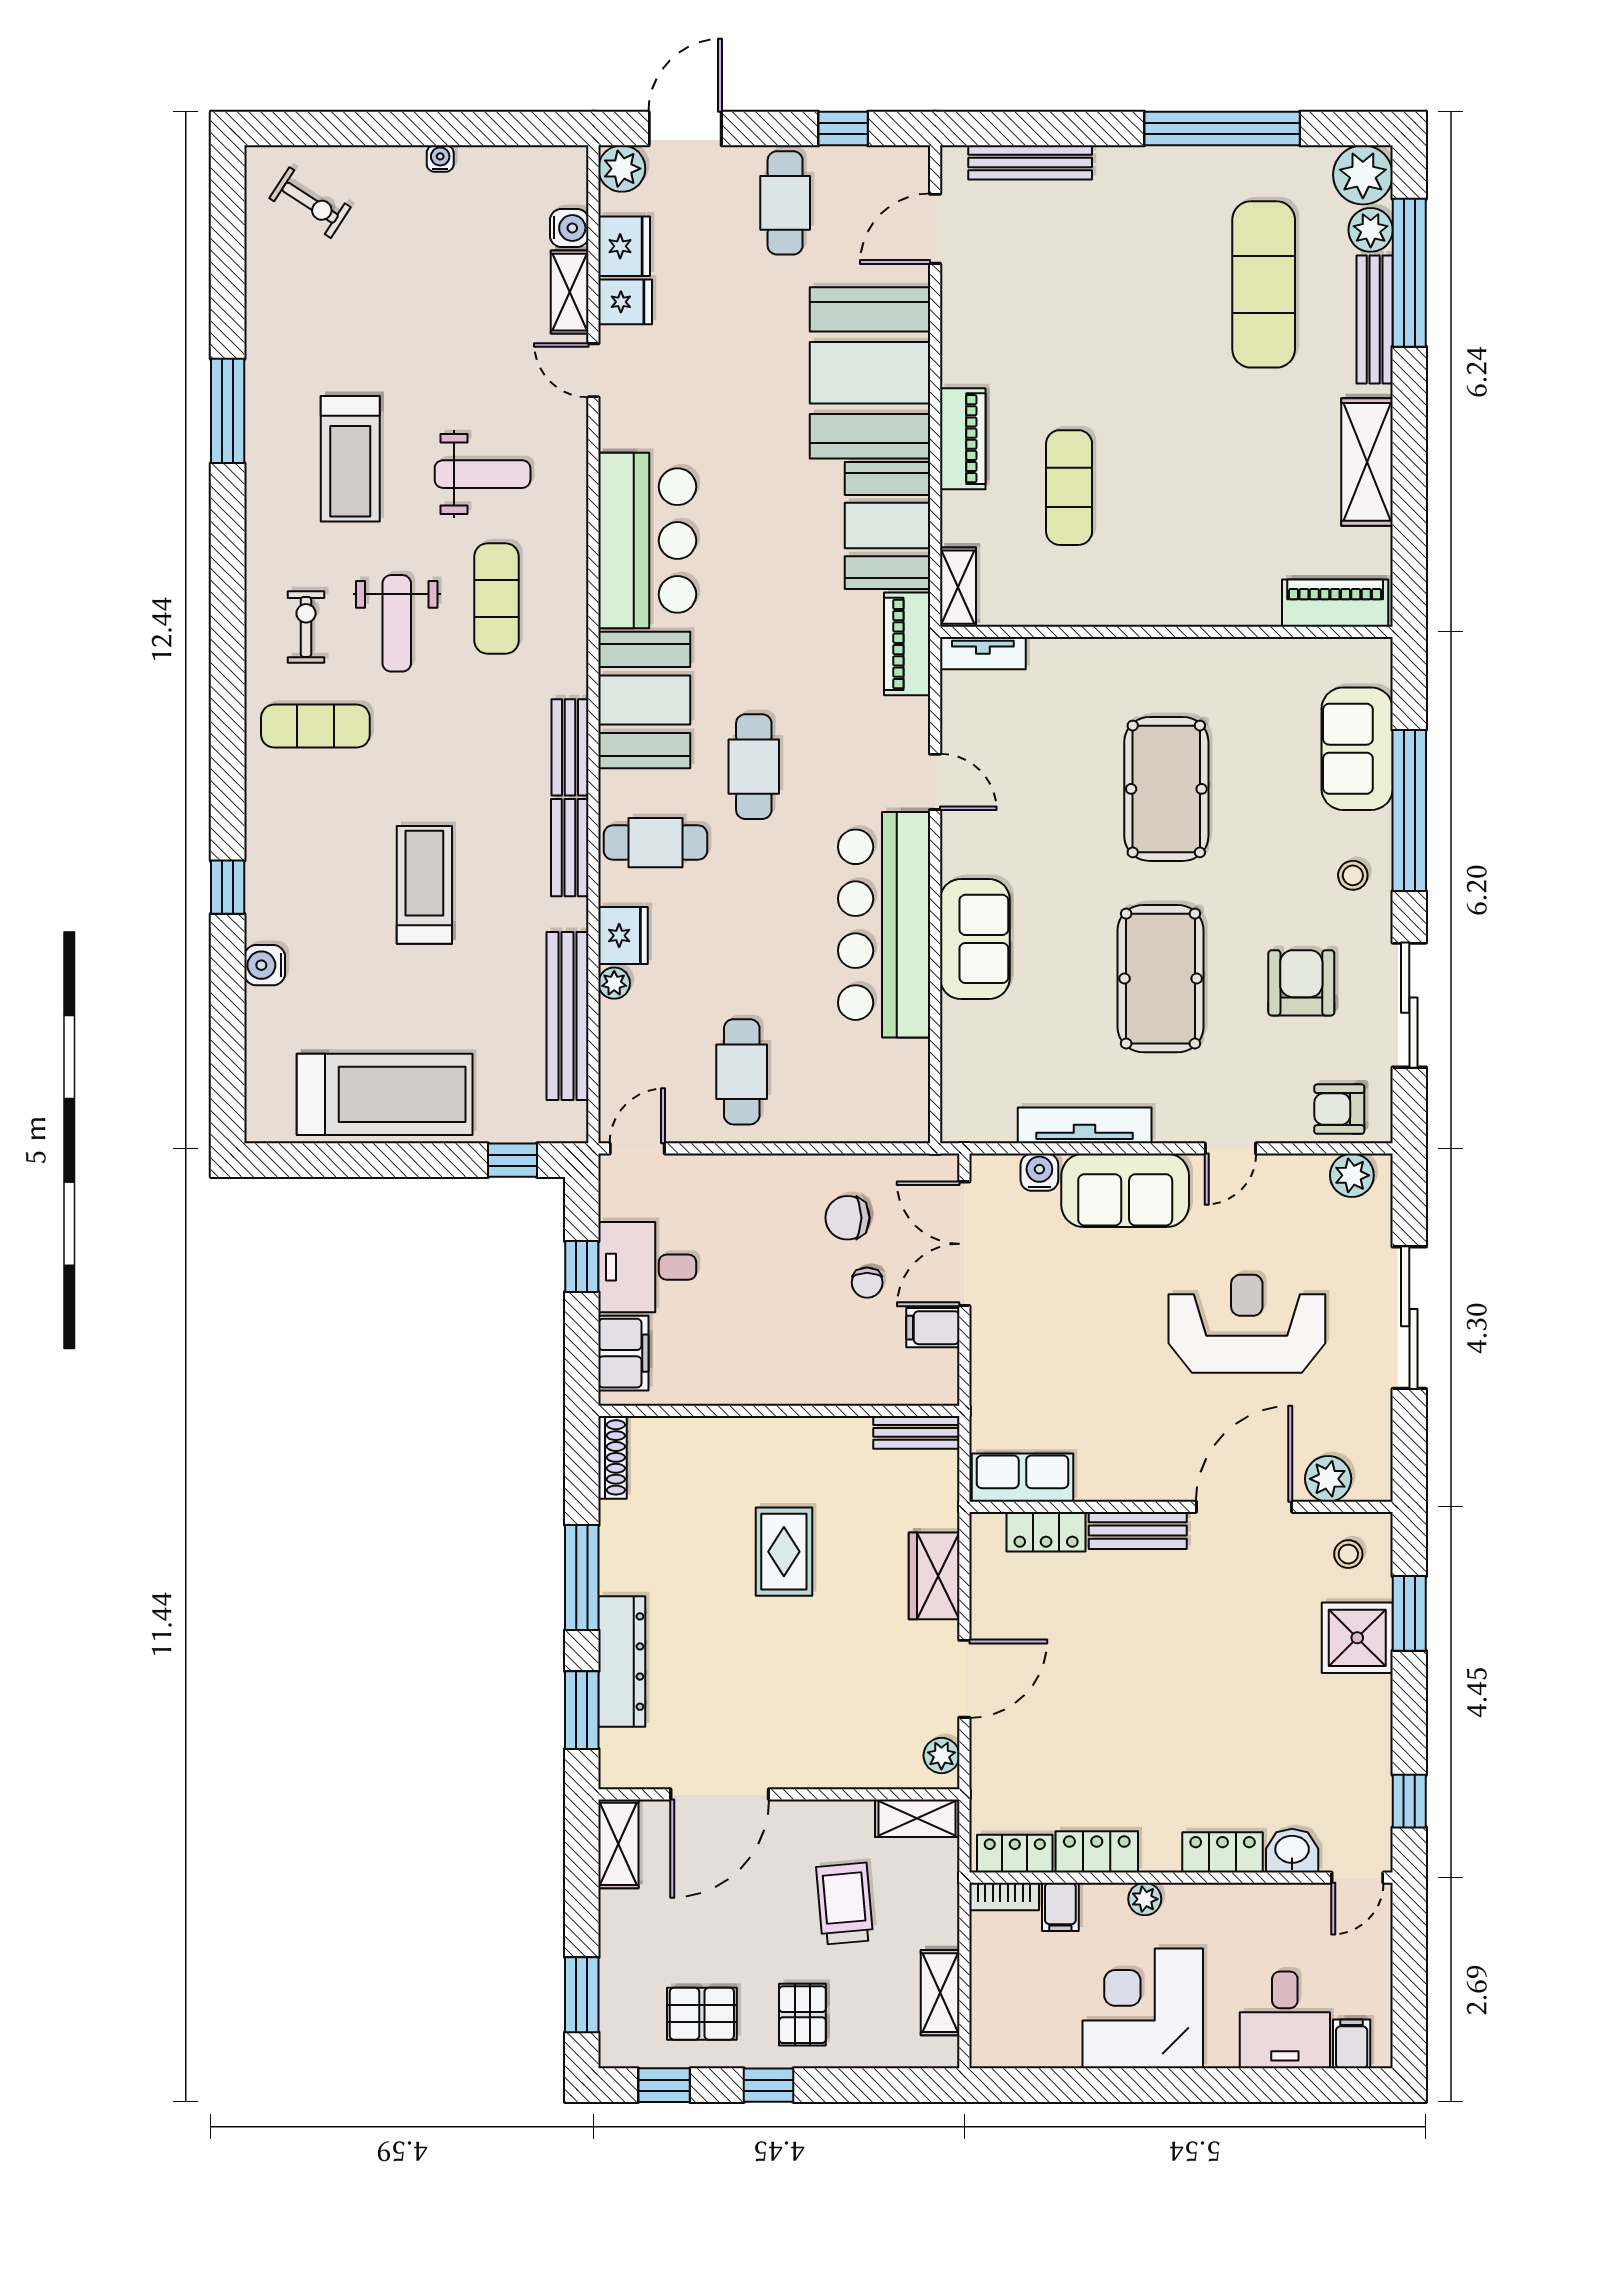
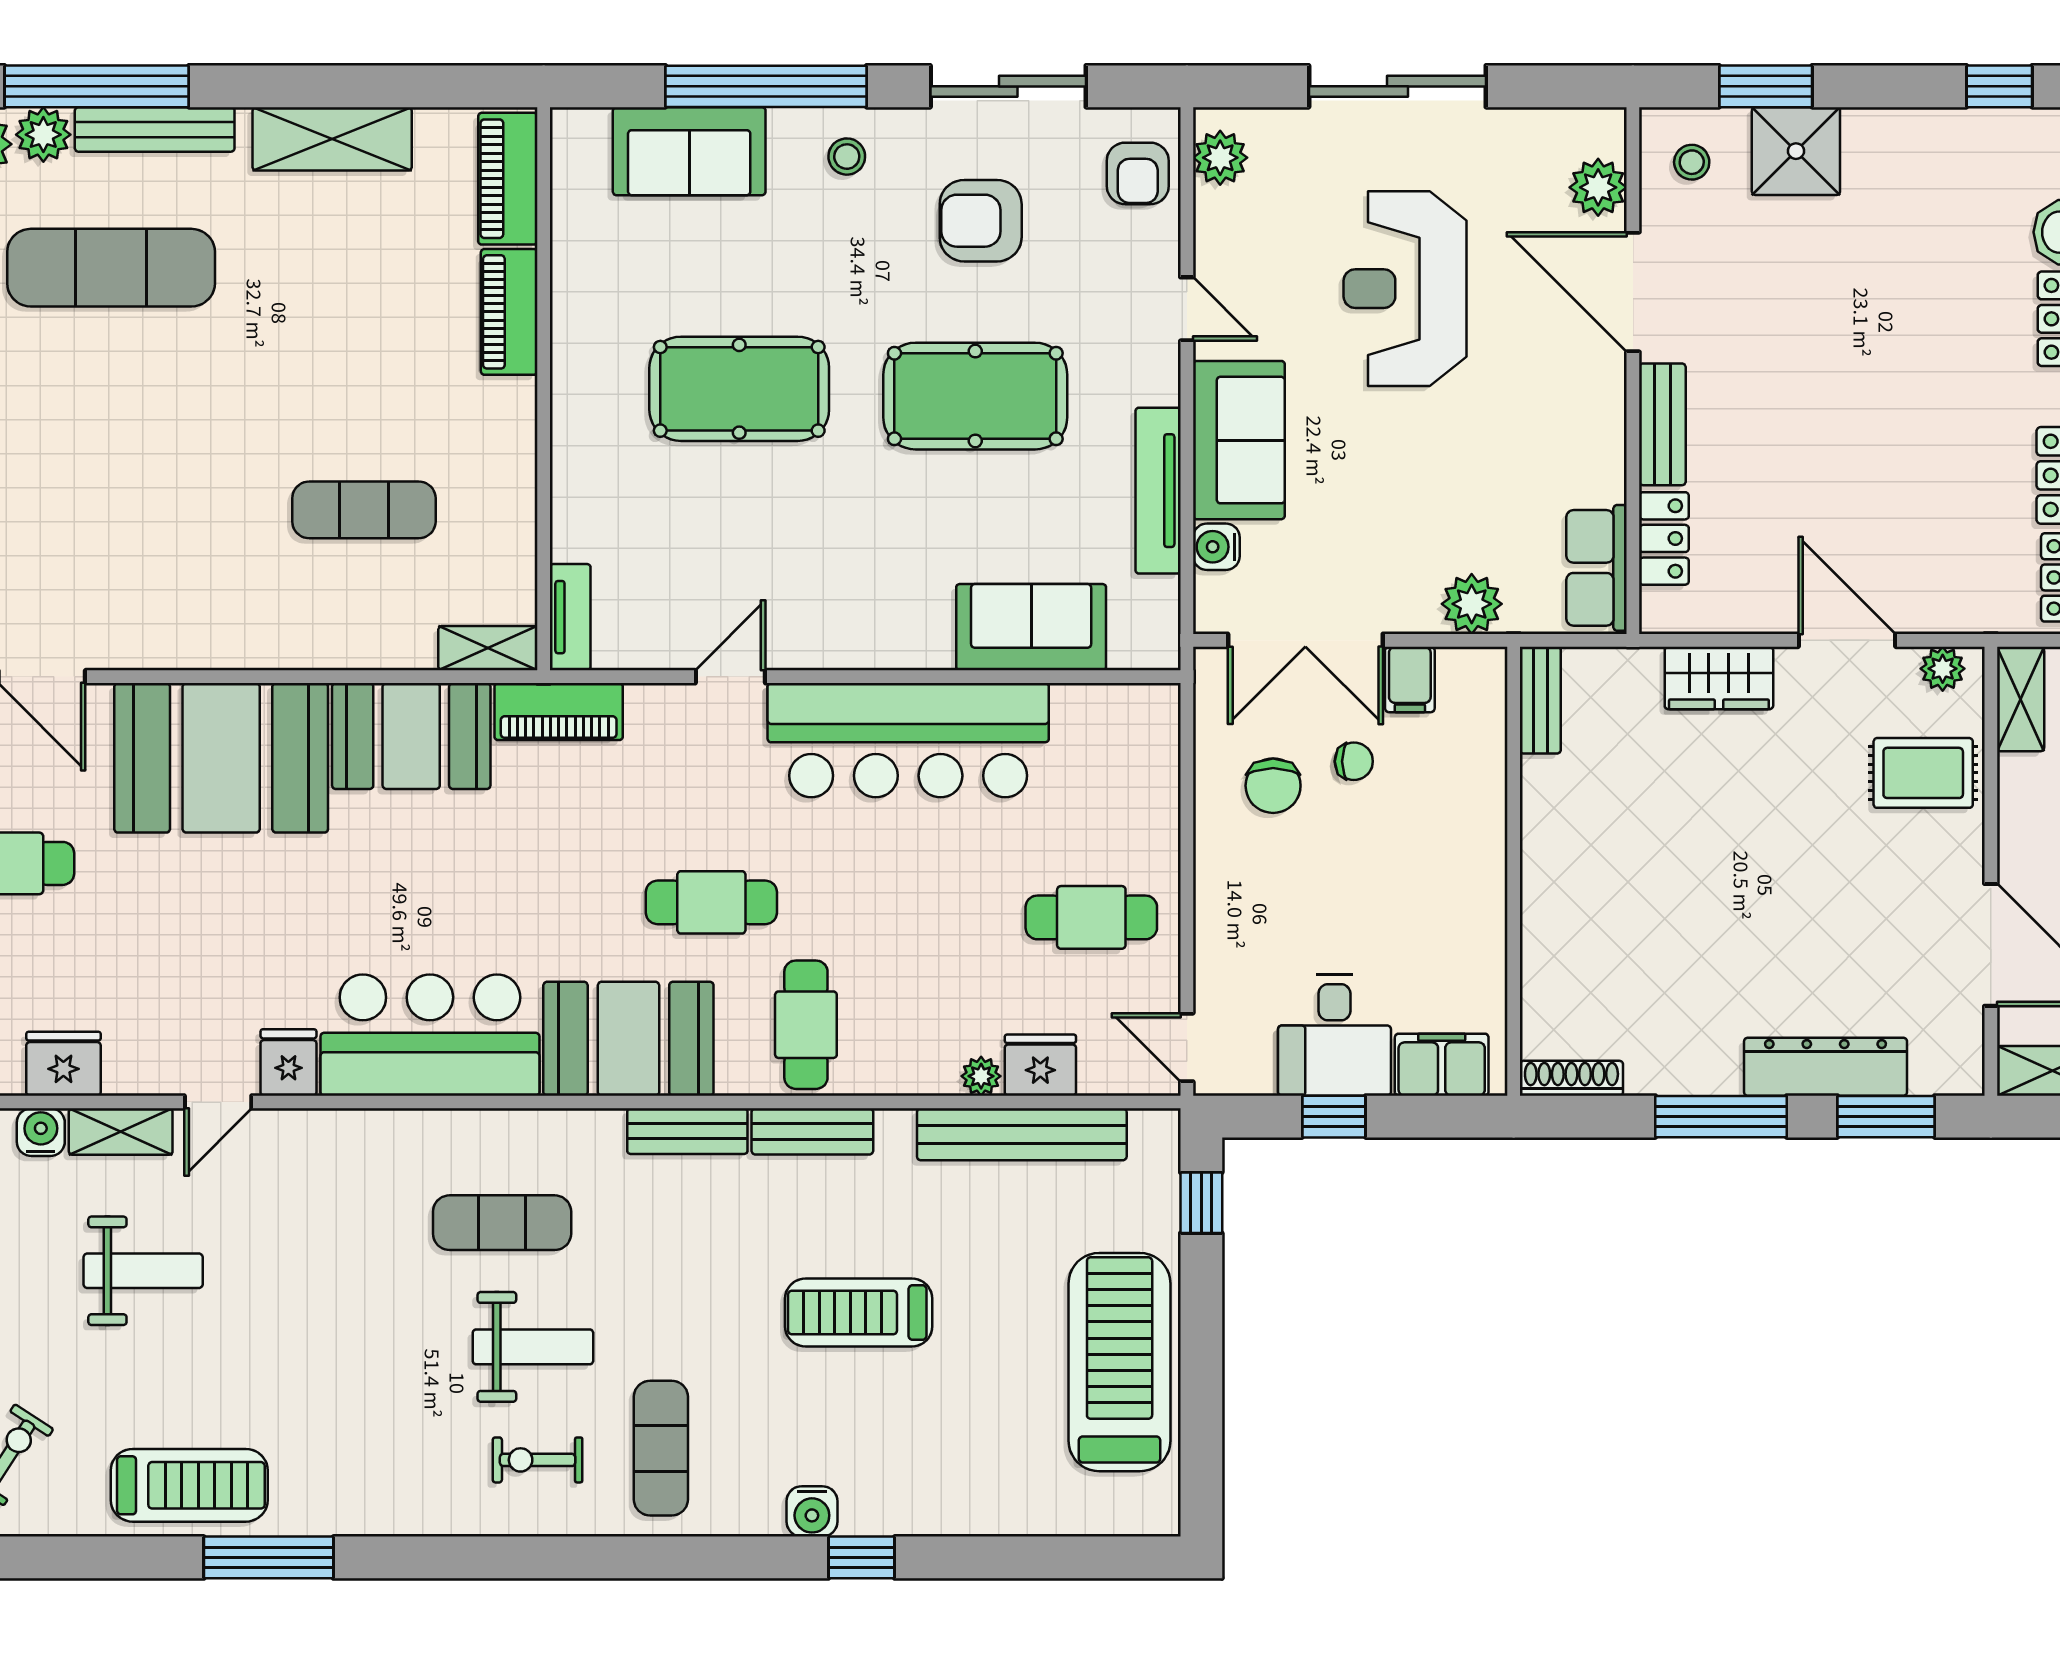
fridge: (625, 302) -> (288, 1062), moved
piano: (963, 439) -> (509, 312), moved, turned -90
treadmill: (350, 459) -> (189, 1485), moved
weight bench: (483, 474) -> (143, 1271), moved, turned 90
fridge: (623, 936) -> (1040, 1065), moved
sofa: (975, 939) -> (1031, 627), moved
water cooler: (265, 965) -> (812, 1511), moved
plant: (993, 1377) -> (1472, 604), added
rug: (784, 1552) -> (1923, 773), moved

